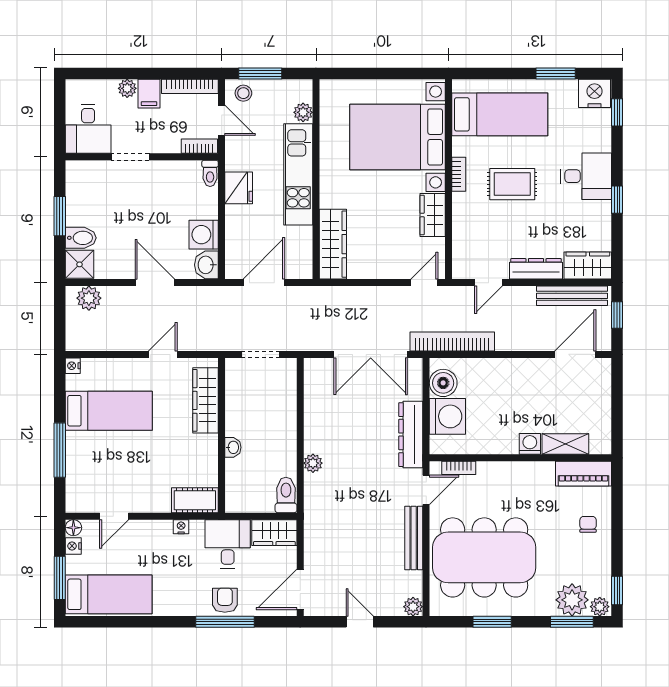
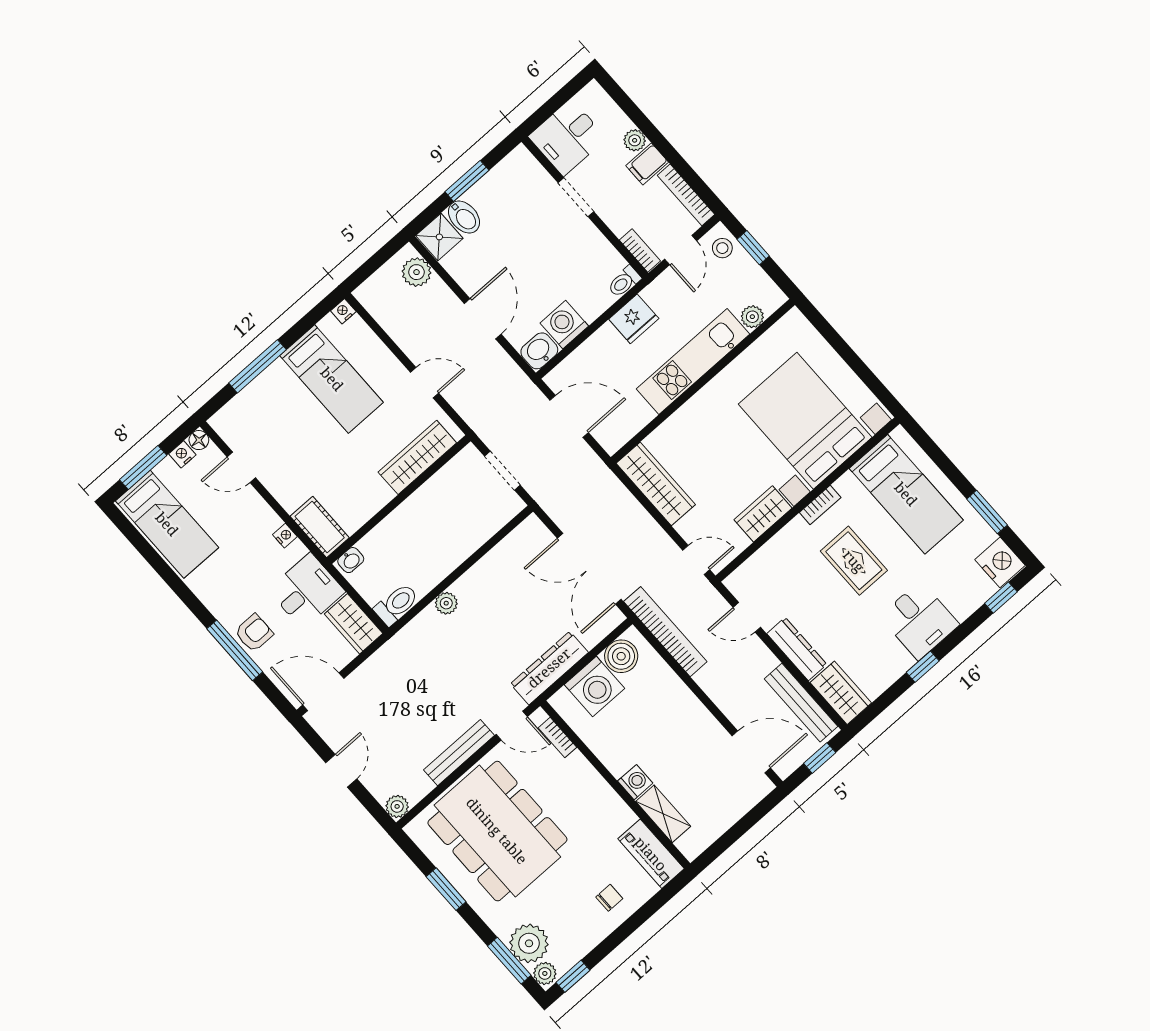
window: (260, 74) -> (753, 248), width x0.67
wardrobe: (333, 244) -> (656, 484), moved, turned -90
washbasin: (233, 447) -> (351, 560), moved

